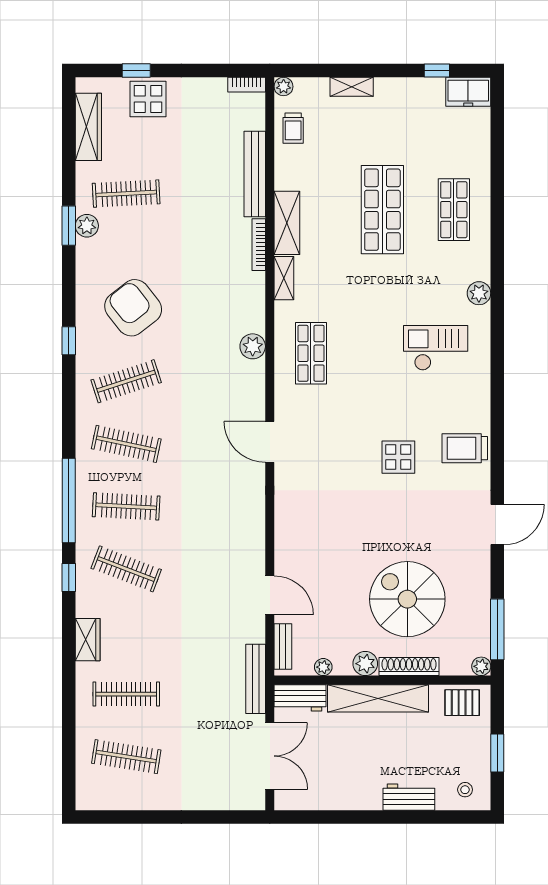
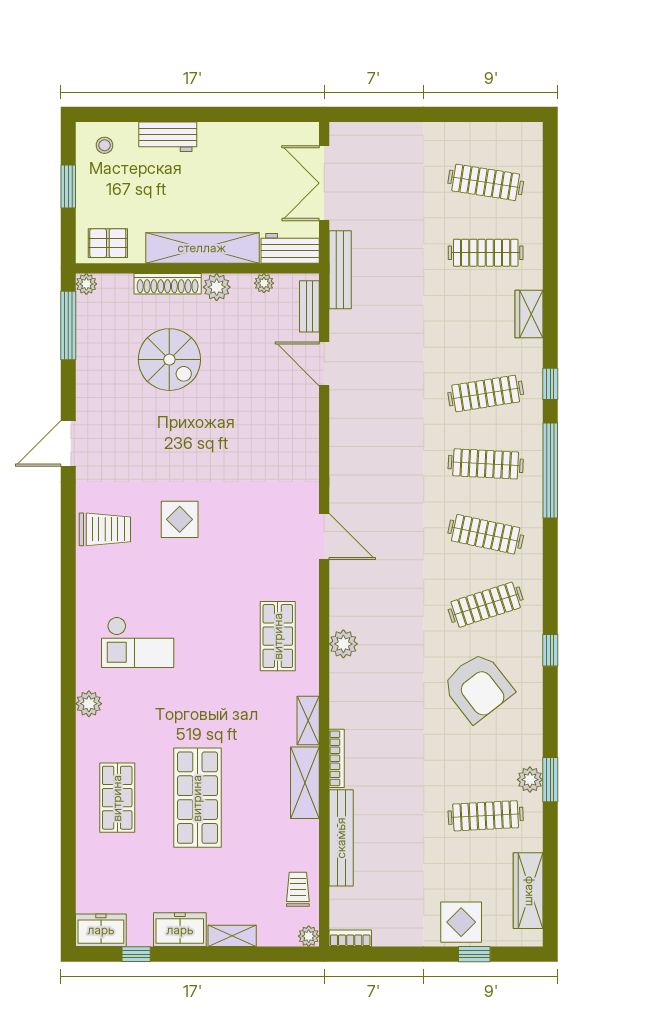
freezer: (398, 92) -> (180, 930), added
clothes rail: (126, 569) -> (486, 394), turned -30
spiral stairs: (407, 599) -> (169, 360), width x0.73, depth x0.73

